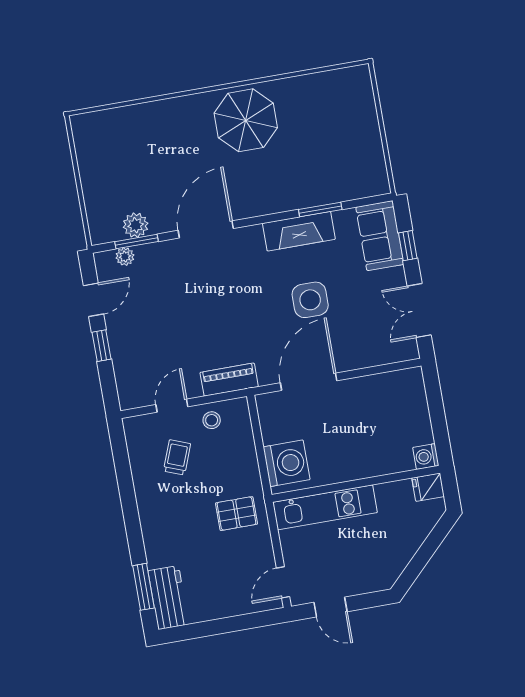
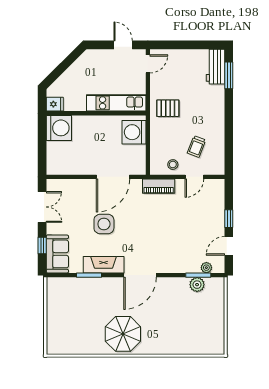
door: (206, 229) -> (140, 275), moved
washing machine: (426, 456) -> (59, 128), width x1.89, depth x1.89

